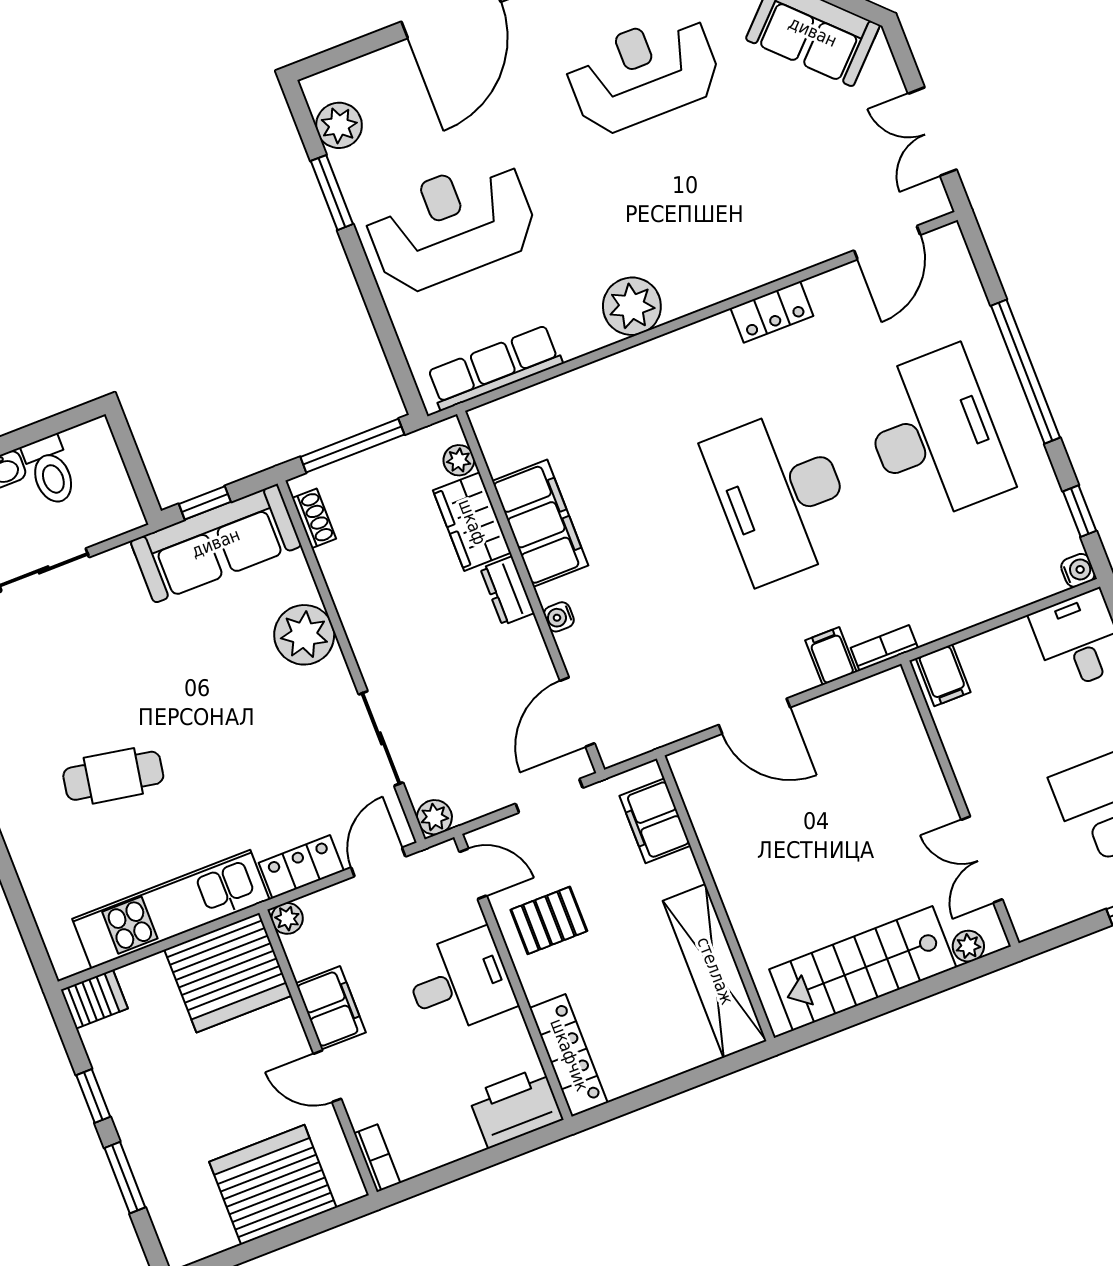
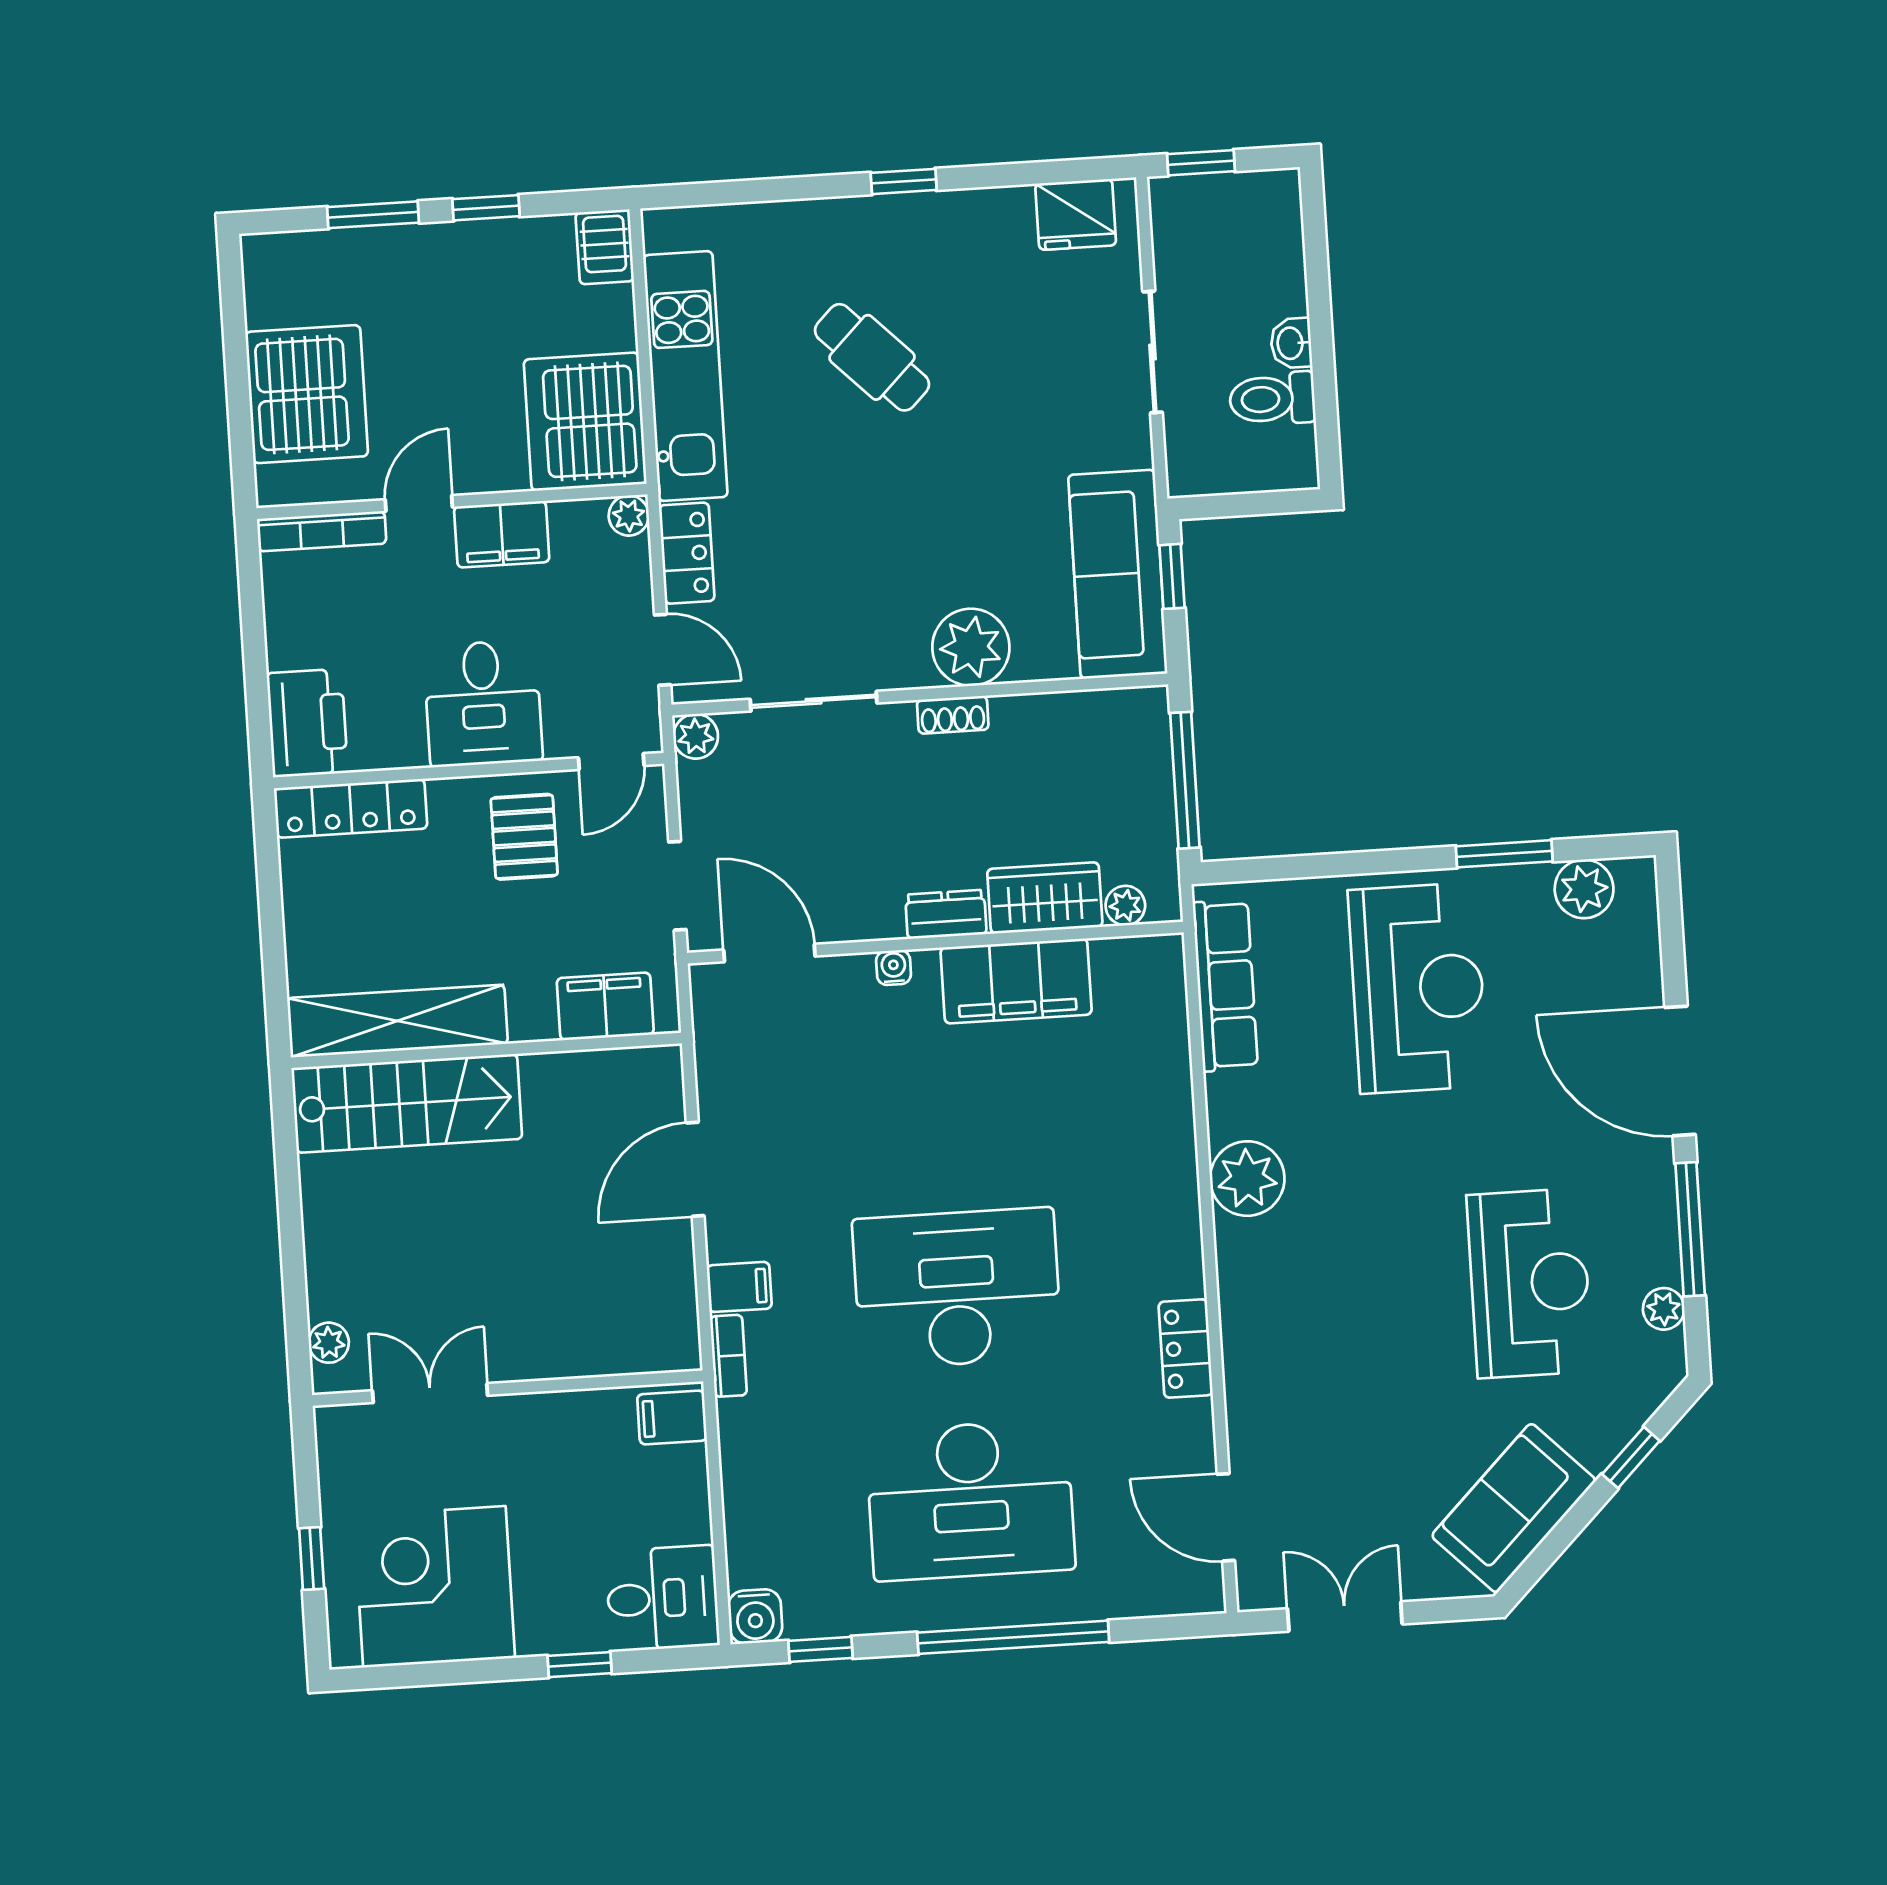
shoe rack: (314, 518) -> (953, 715), moved
water cooler: (1078, 570) -> (755, 1616), width x1.38, depth x1.38
cafe table: (113, 776) -> (872, 357), turned -55
stairs: (863, 968) -> (407, 1103), moved, turned 90
bookcase: (377, 1158) -> (322, 531), width x1.56

